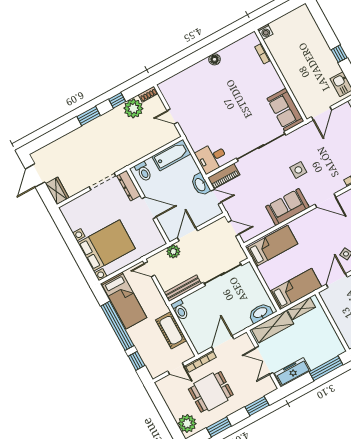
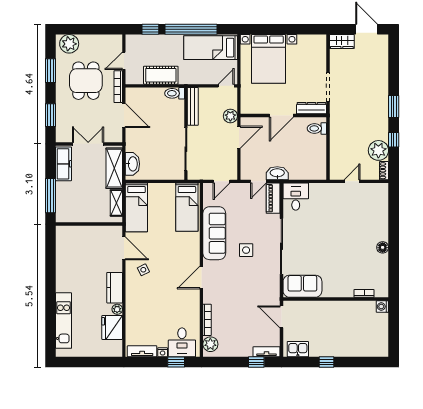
bathtub: (171, 155) -> (318, 162), removed
side table: (298, 170) -> (246, 250), moved
sofa: (287, 207) -> (214, 233), width x1.36
door: (187, 234) -> (239, 137), hinge flipped

